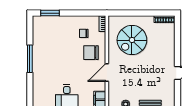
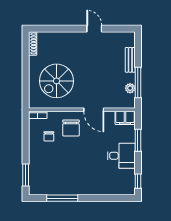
spiral stairs: (132, 40) -> (57, 81), turned 90
window: (30, 59) -> (62, 198), moved

